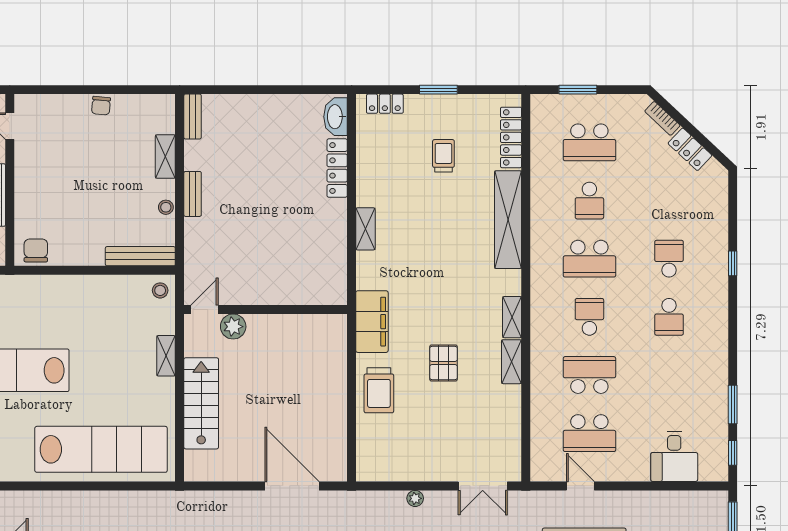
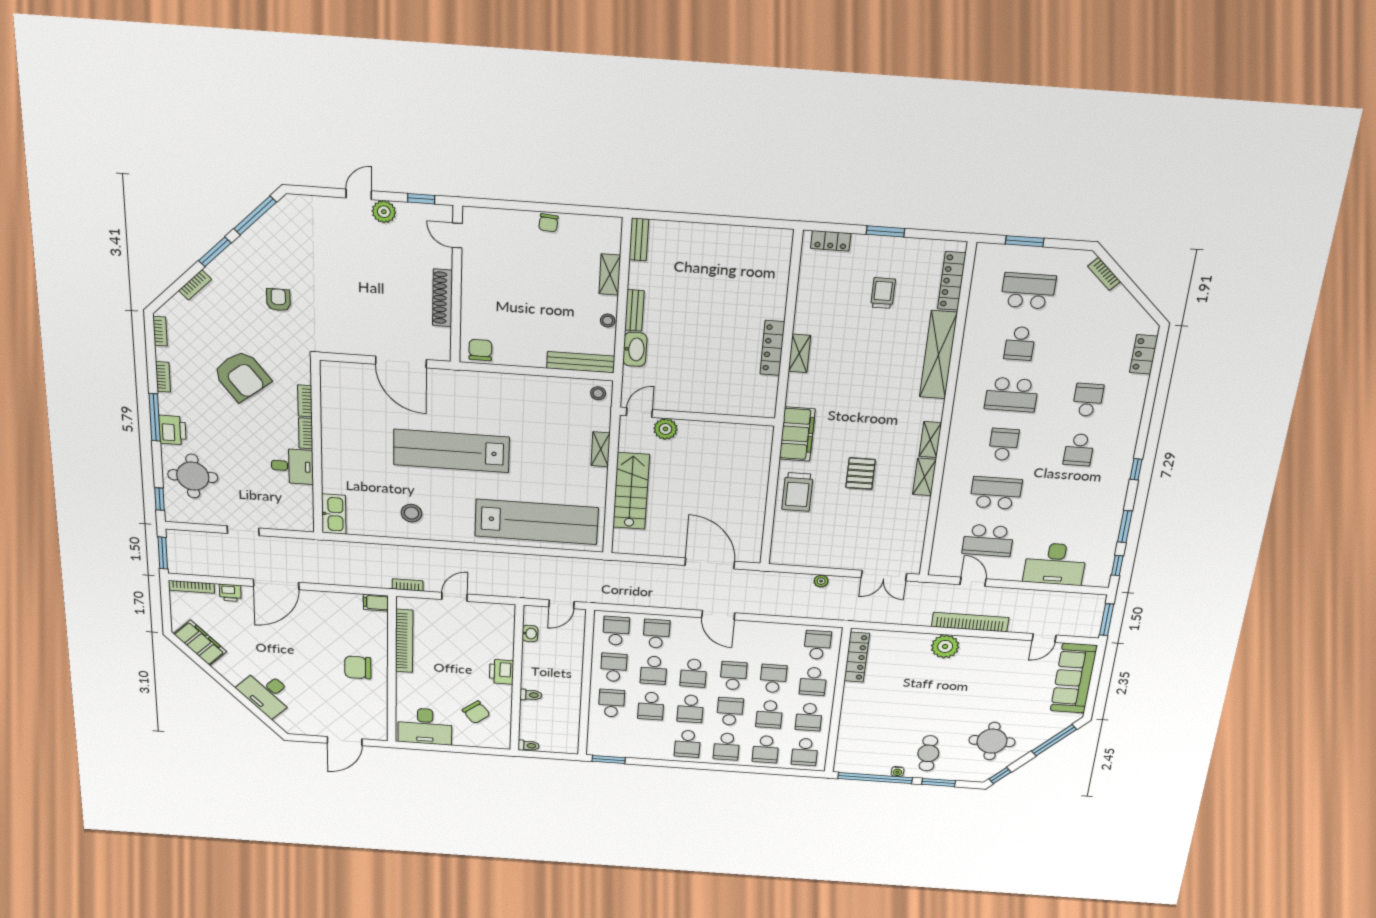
washbasin: (336, 117) -> (635, 349), moved, turned 180
school desk: (589, 142) -> (1028, 291), turned 180
locker: (690, 149) -> (1144, 354), moved, turned 47
locker: (337, 168) -> (772, 348), moved
window: (733, 263) -> (1136, 469), moved
desk: (674, 456) -> (1055, 564), width x1.37

